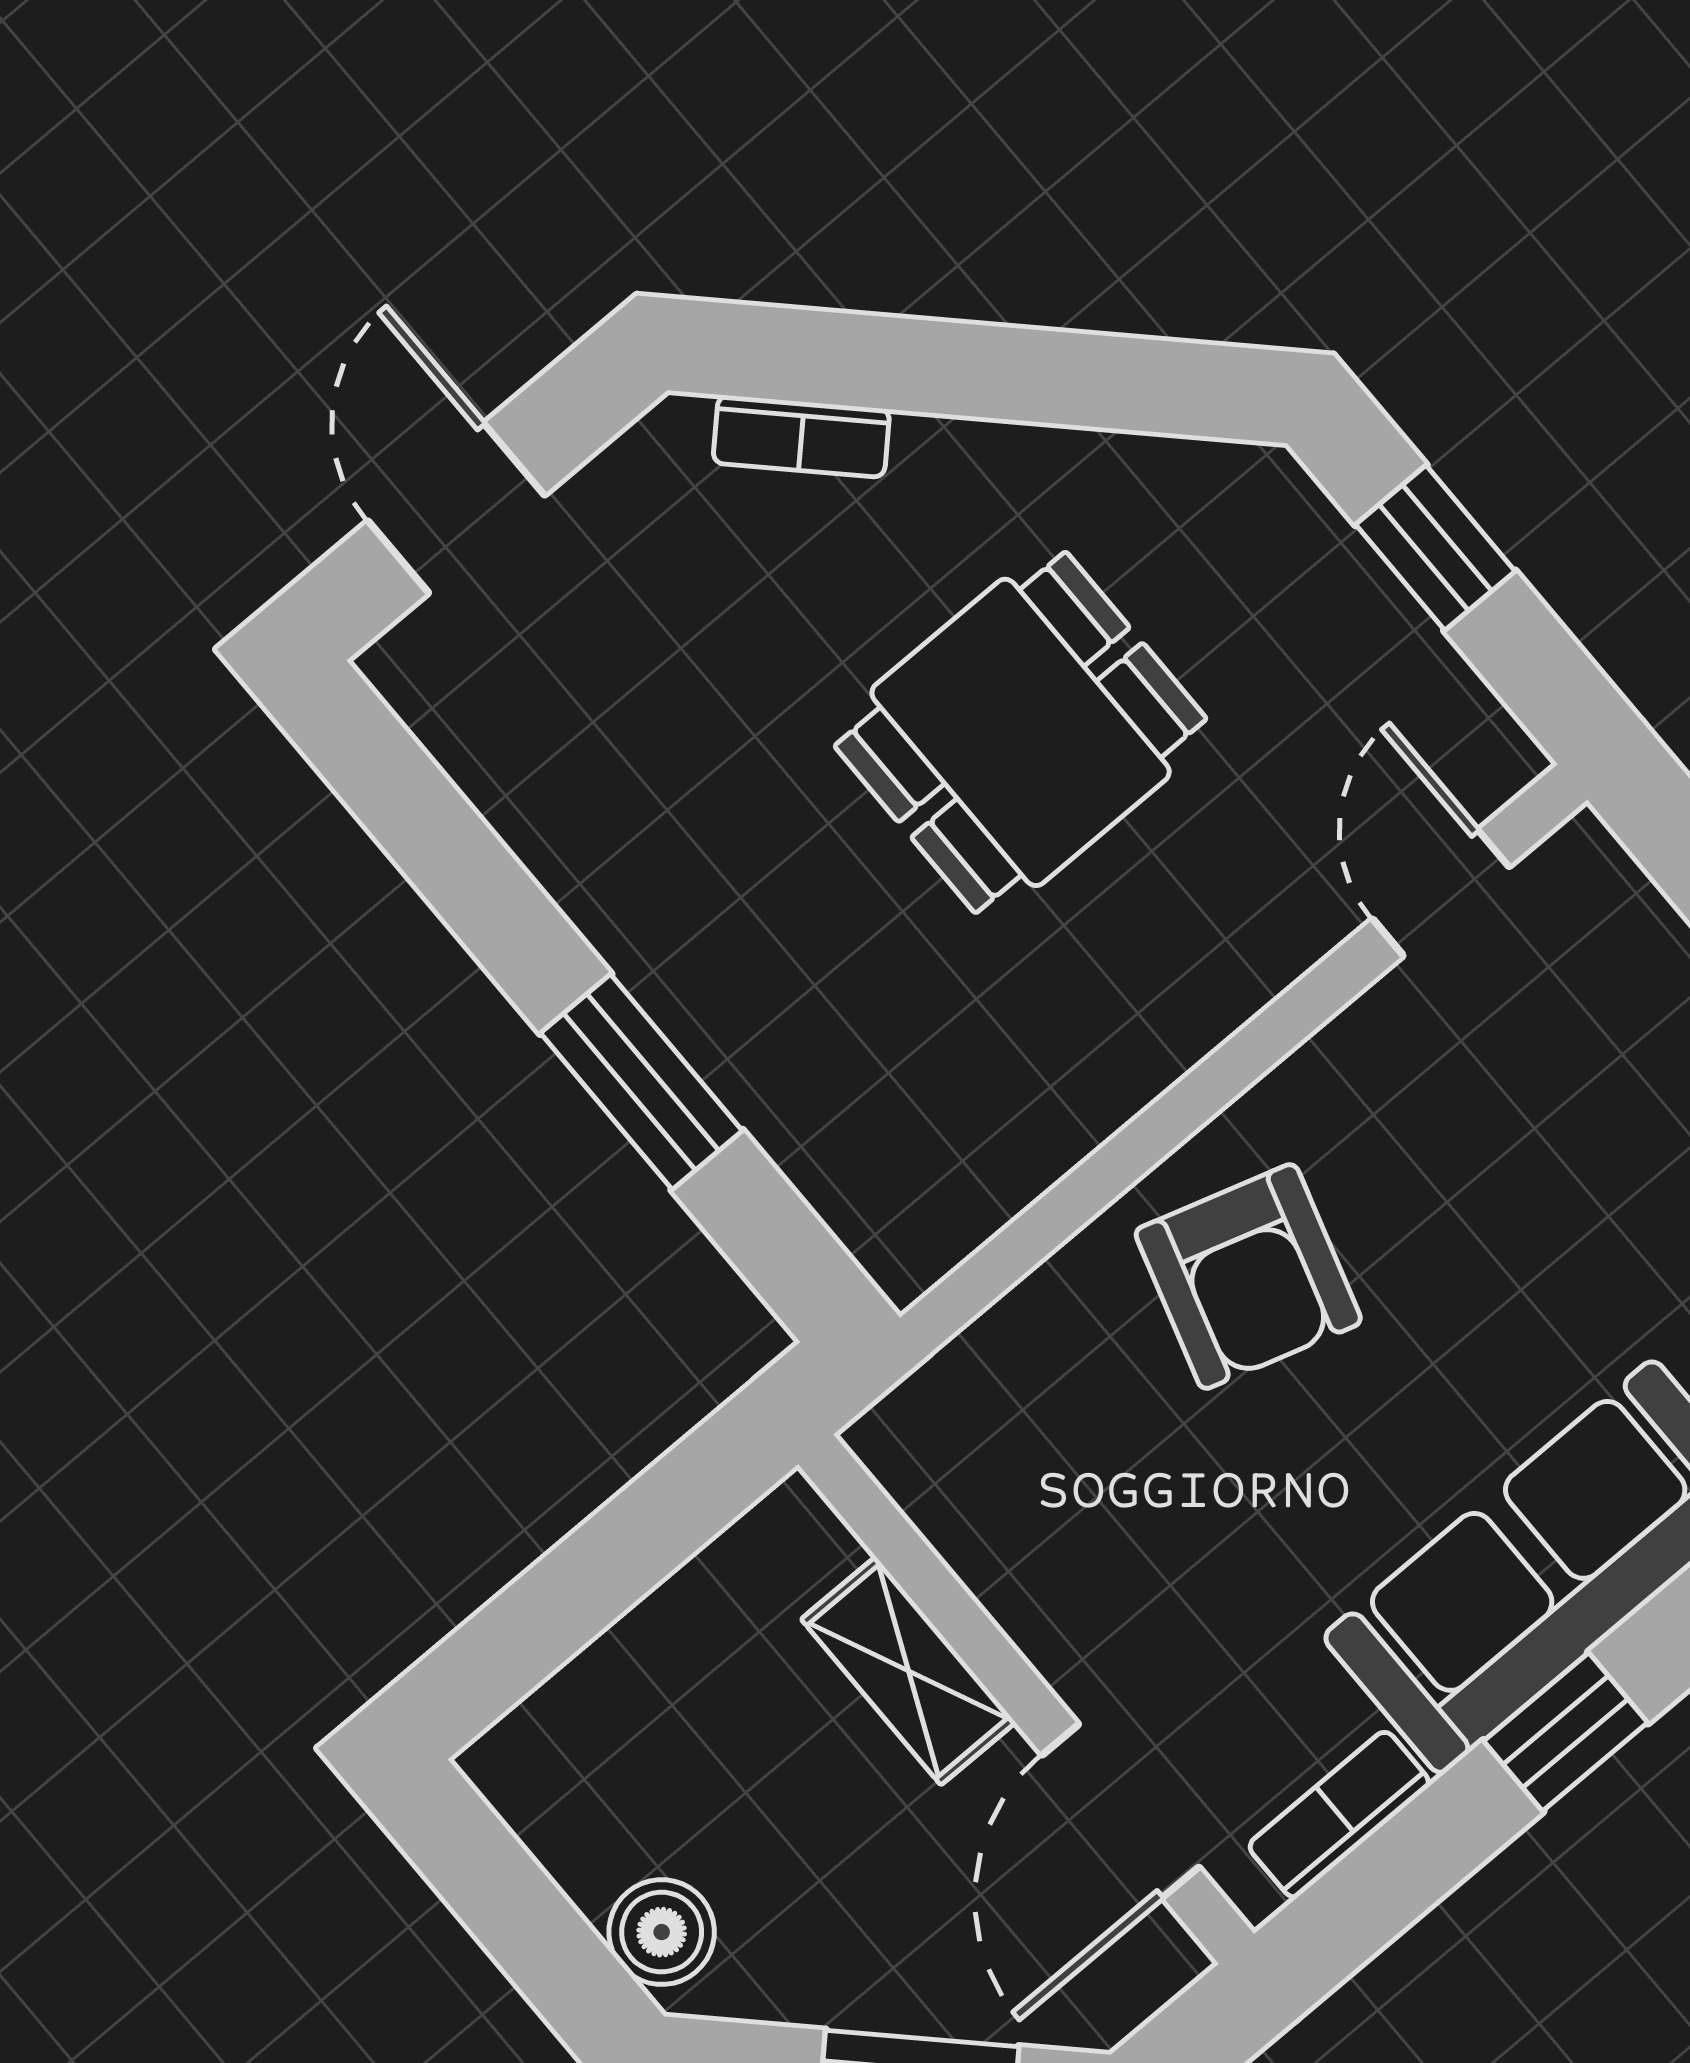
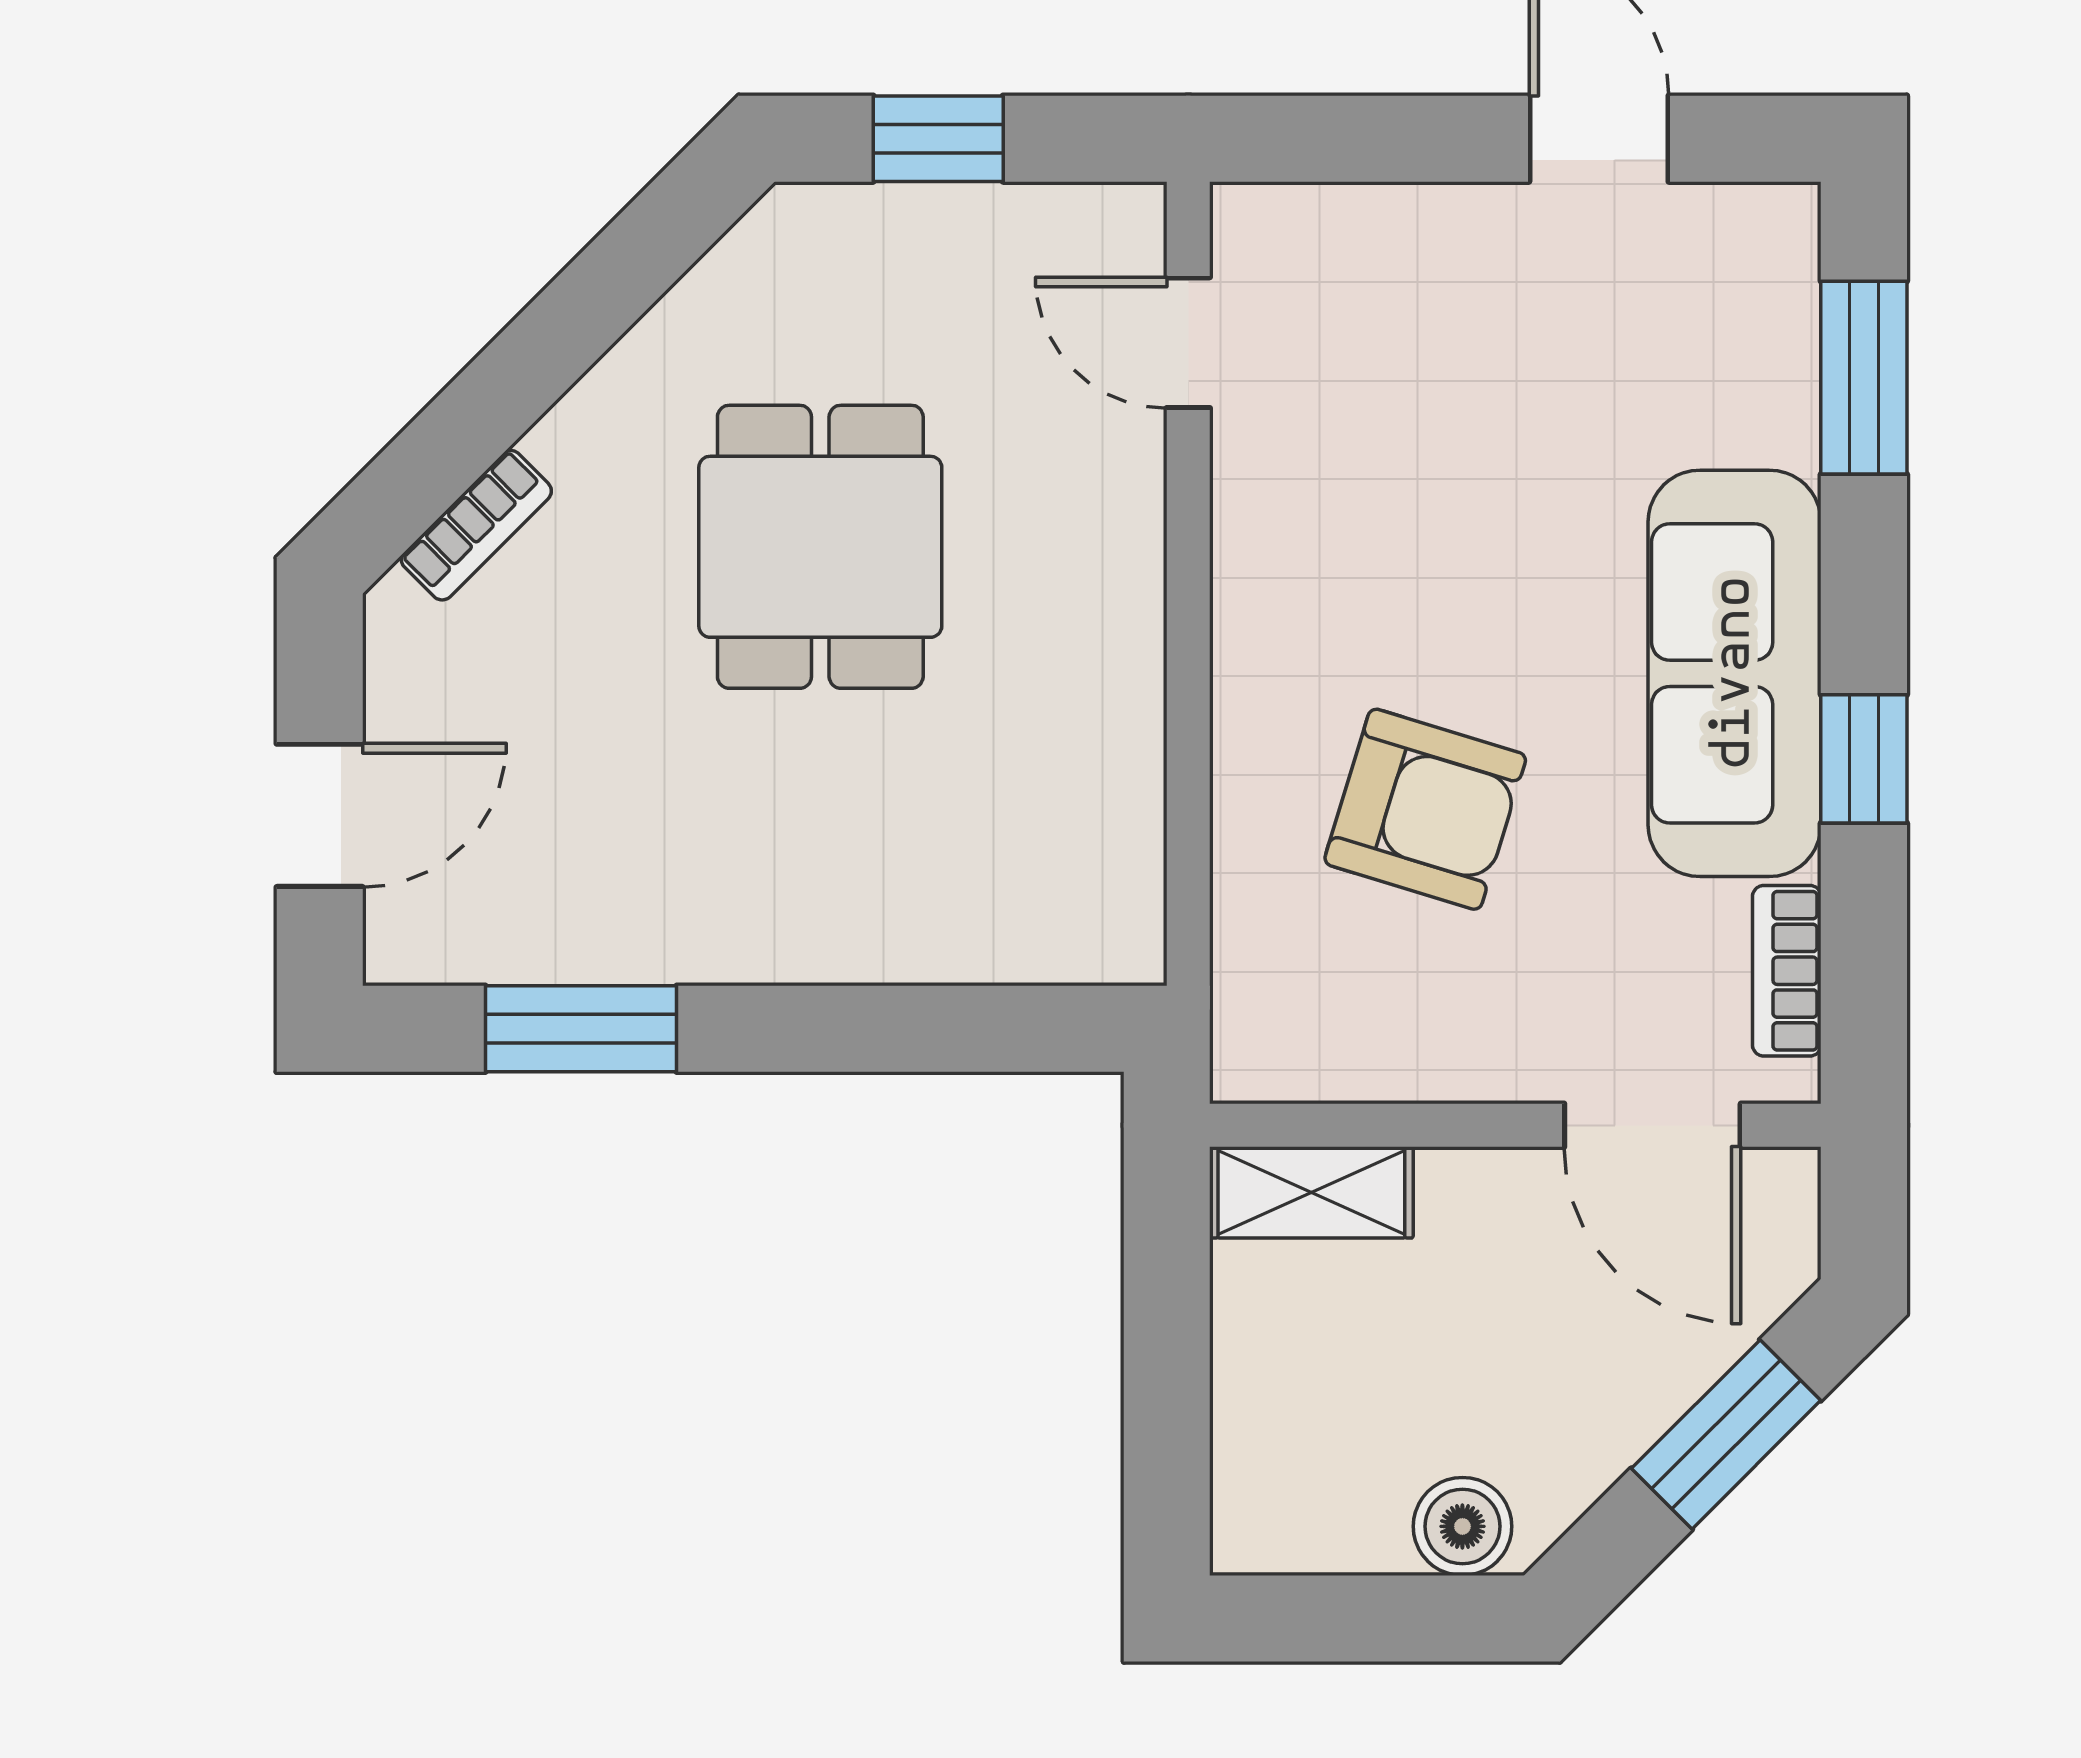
door: (456, 508) -> (320, 815), swing flipped
window: (641, 1082) -> (581, 1029), moved
armchair: (1248, 1276) -> (1425, 809), moved
shelving: (908, 1671) -> (1311, 1192), moved

